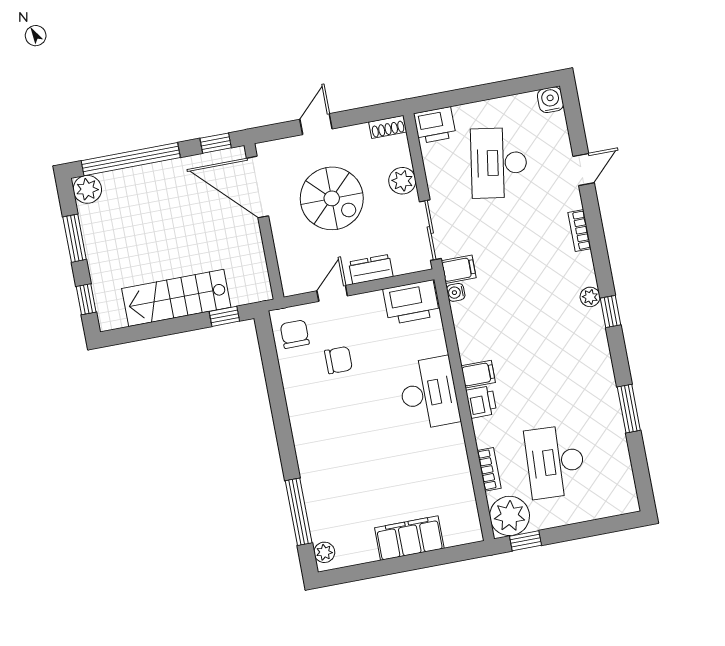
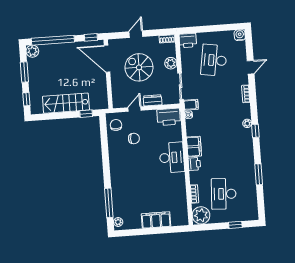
spiral stairs: (332, 198) -> (139, 67), turned 180
filing cabinet: (478, 374) -> (194, 147), width x2.00
window: (525, 541) -> (235, 225), moved

